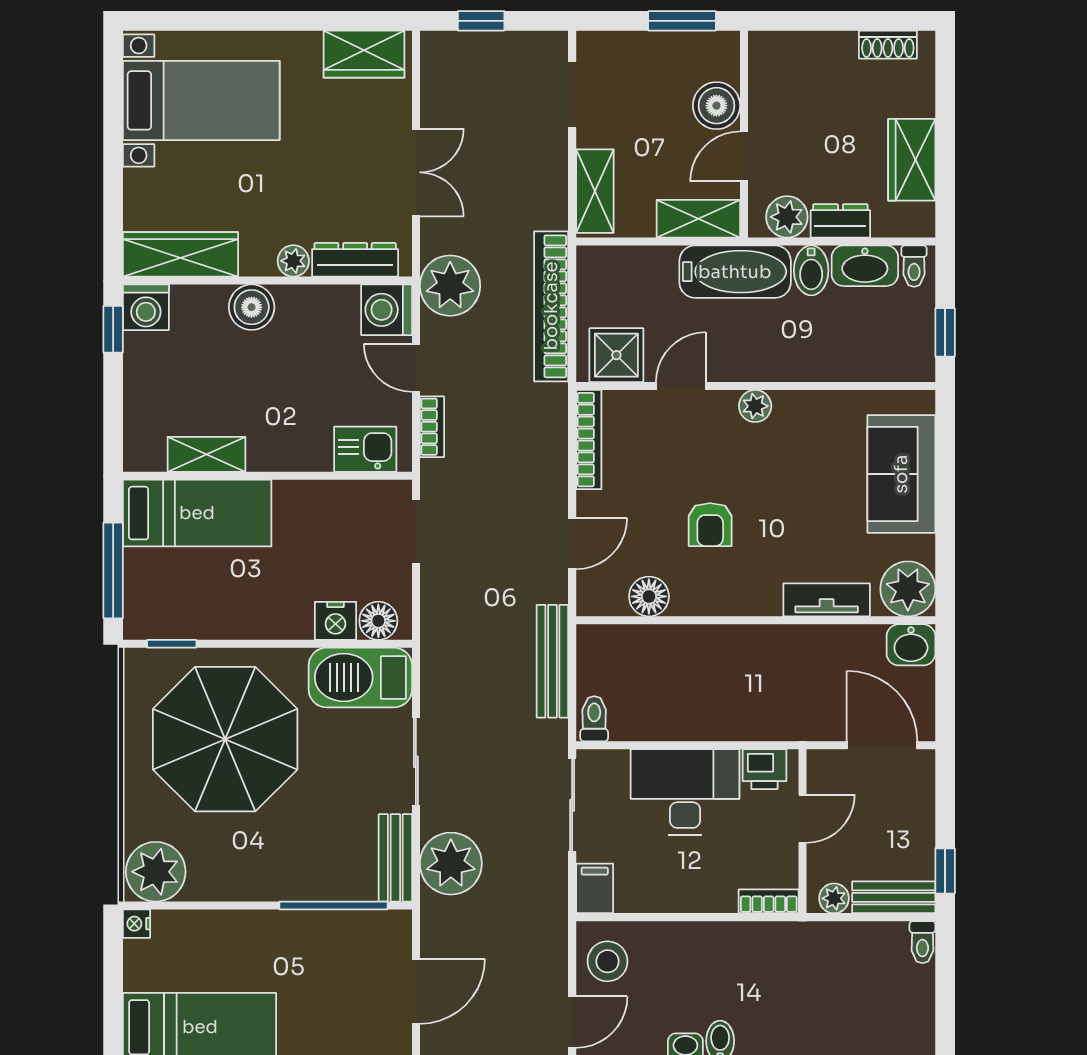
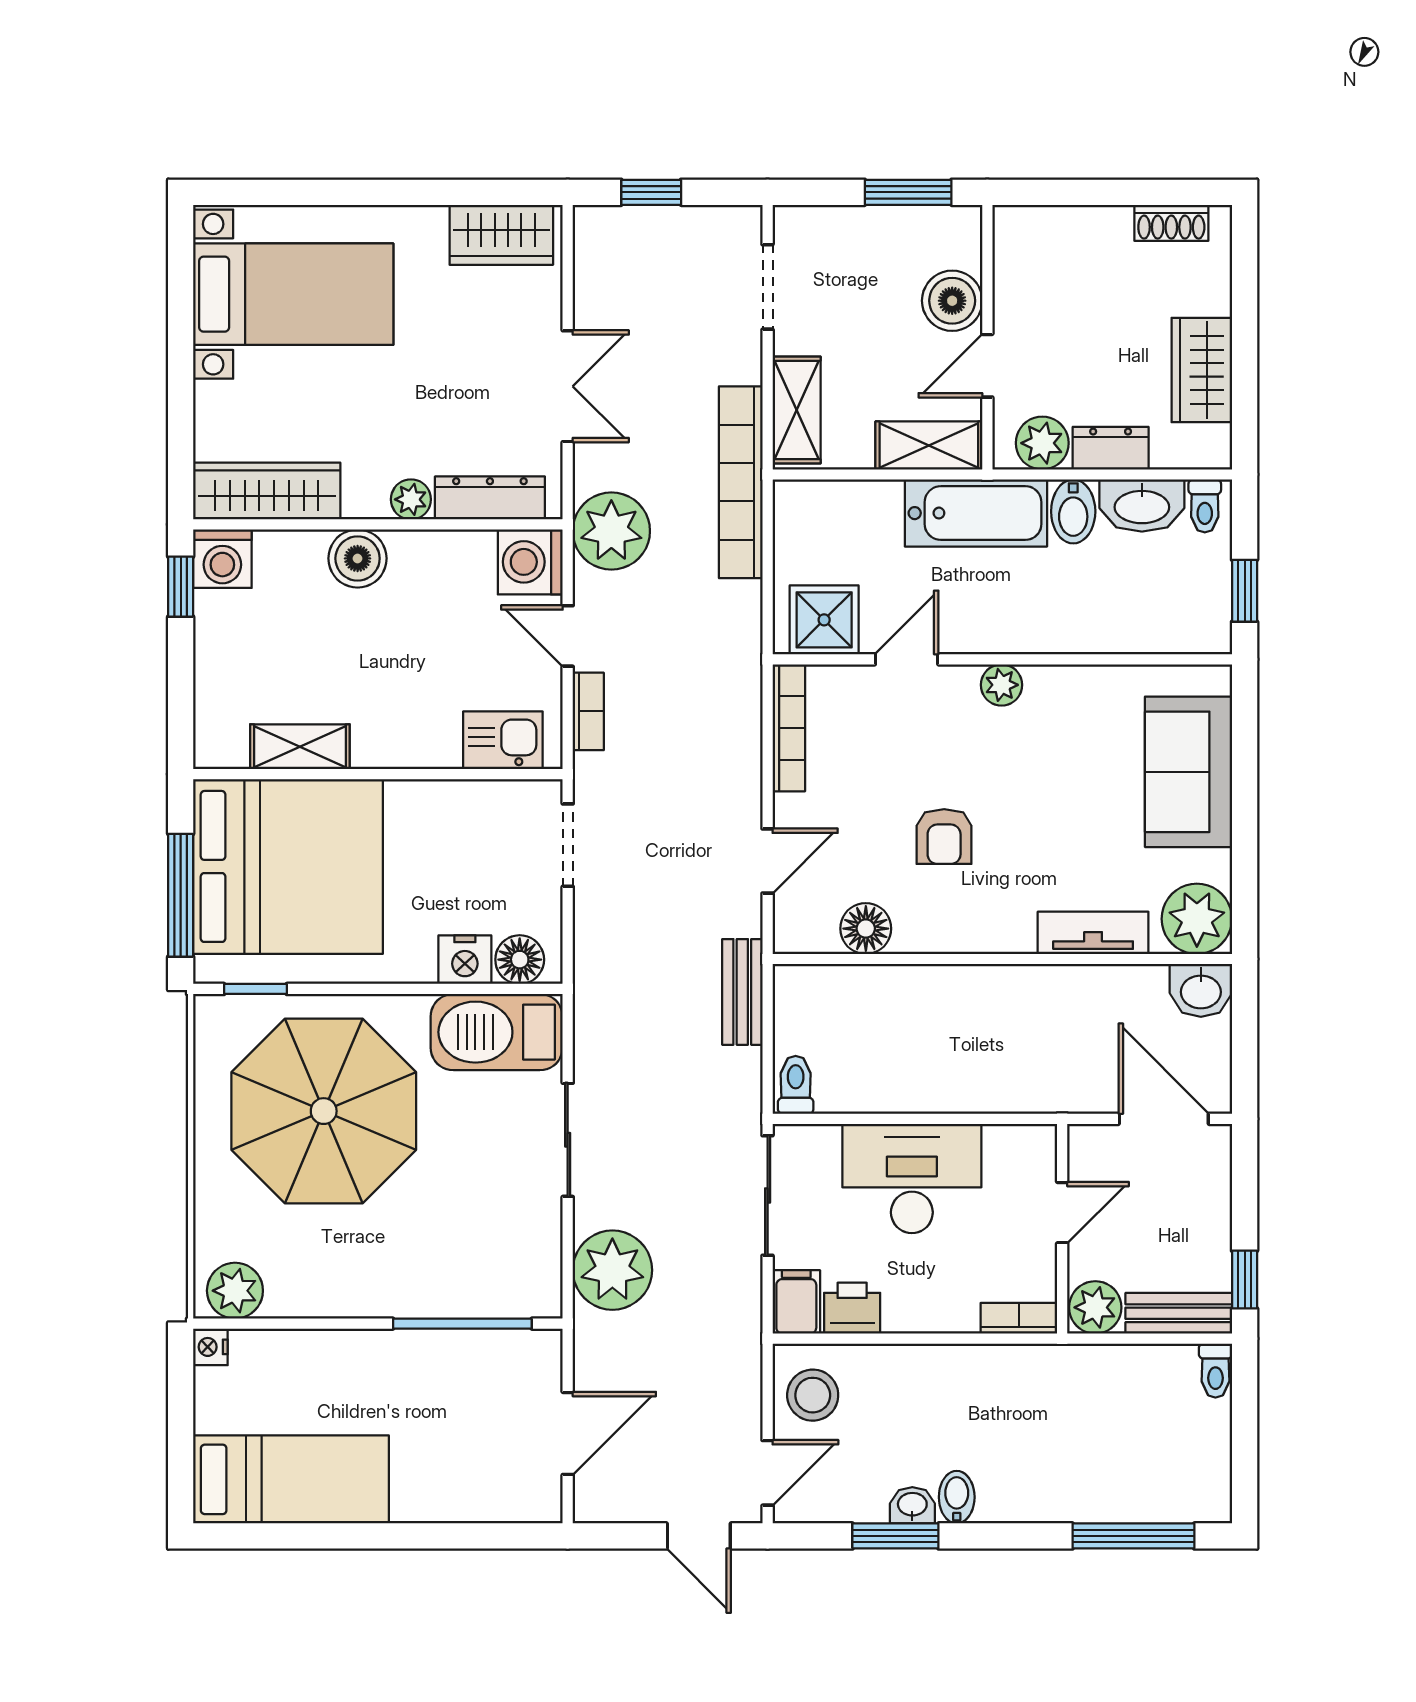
bookcase: (551, 306) -> (741, 482), moved
bed: (197, 513) -> (288, 866), width x2.04
bench: (552, 661) -> (742, 992), width x0.73
printer: (764, 769) -> (852, 1308), moved, turned 180
bench: (395, 858) -> (541, 1263), removed
plant: (156, 872) -> (235, 1291), width x0.73, depth x0.73
plant: (834, 898) -> (1095, 1307), width x1.38, depth x1.38

